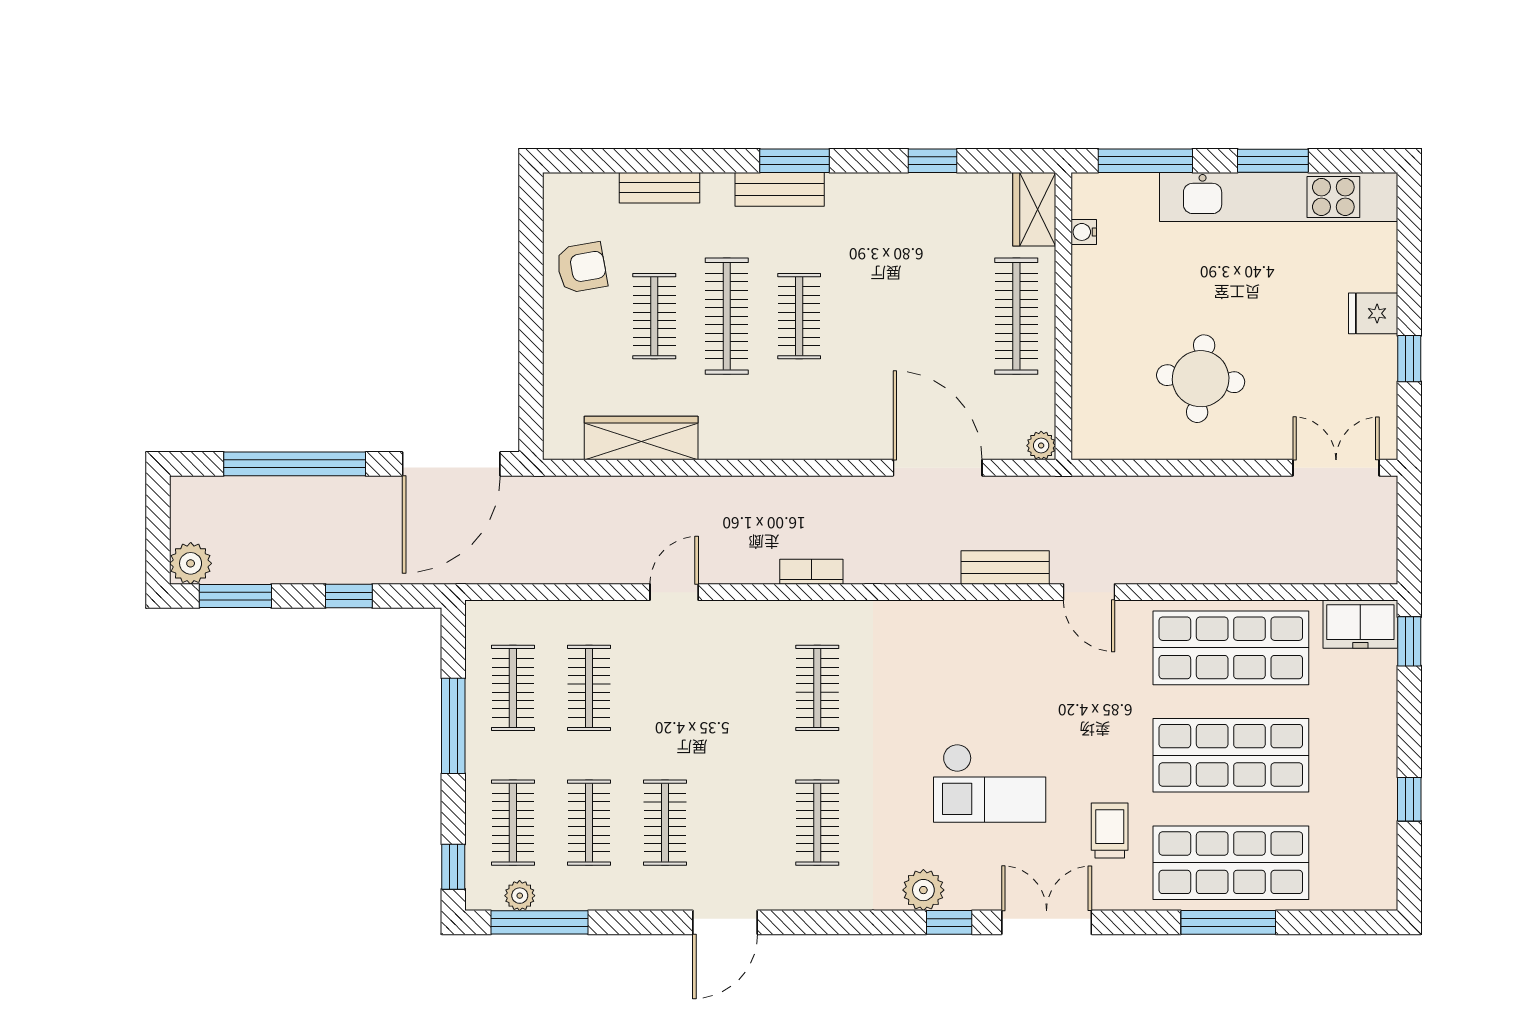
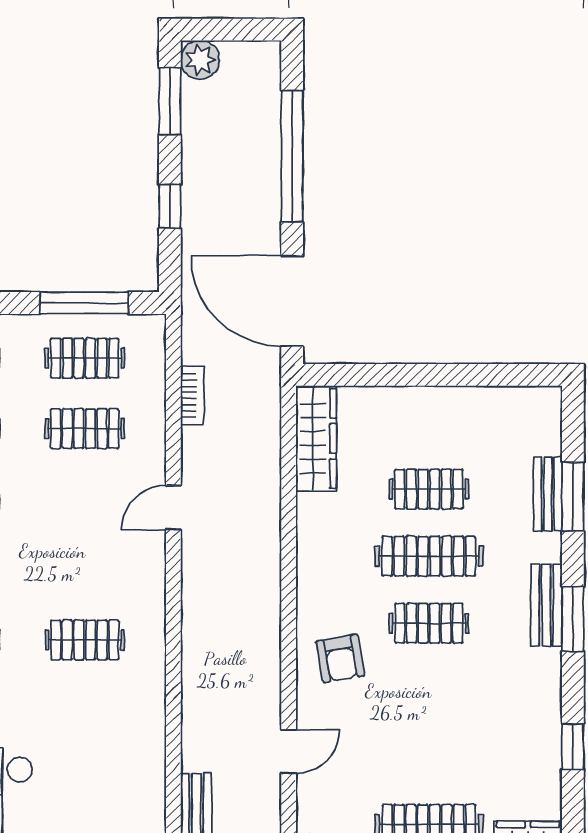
window: (662, 161) -> (573, 497), added
armchair: (582, 268) -> (340, 658), moved
wardrobe: (641, 438) -> (316, 438), moved
door: (938, 468) -> (289, 751), width x0.53
bookcase: (811, 572) -> (192, 395), moved
door: (674, 592) -> (173, 507), swing flipped
window: (453, 726) -> (84, 303), moved

